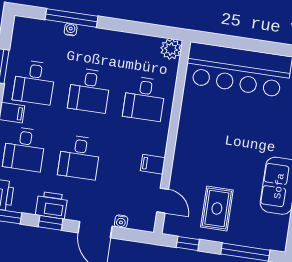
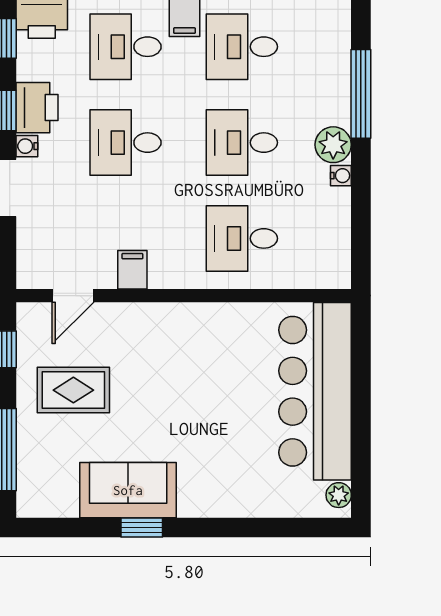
water cooler: (71, 30) -> (341, 176), moved
plant: (171, 49) -> (333, 145), moved
water cooler: (121, 221) -> (27, 146), moved

